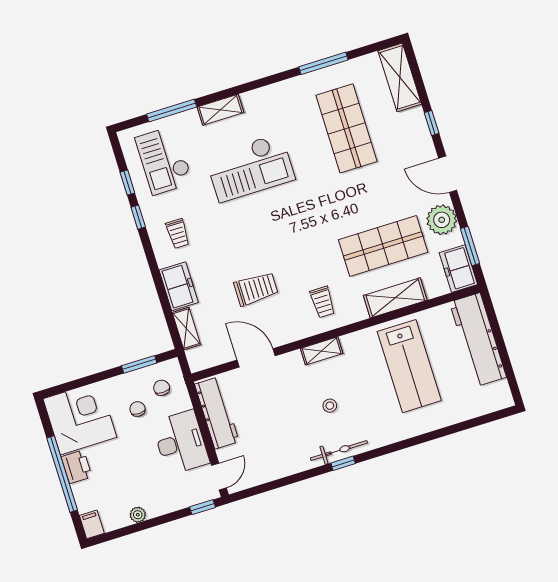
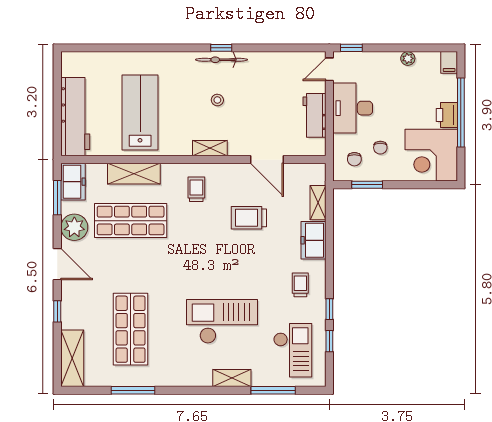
workbench: (217, 413) -> (314, 115), width x0.73

